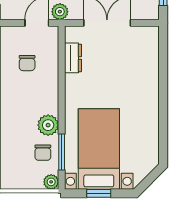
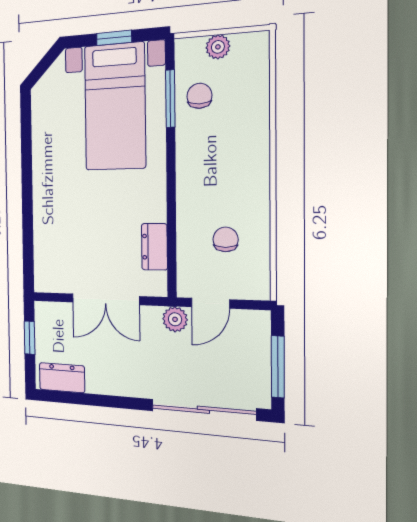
plant: (48, 125) -> (192, 140), removed
plant: (51, 182) -> (218, 47), moved

